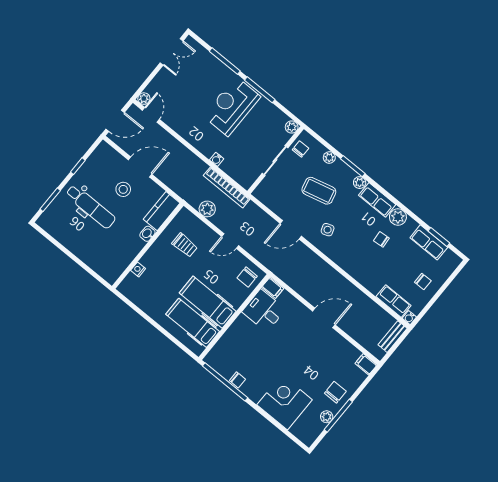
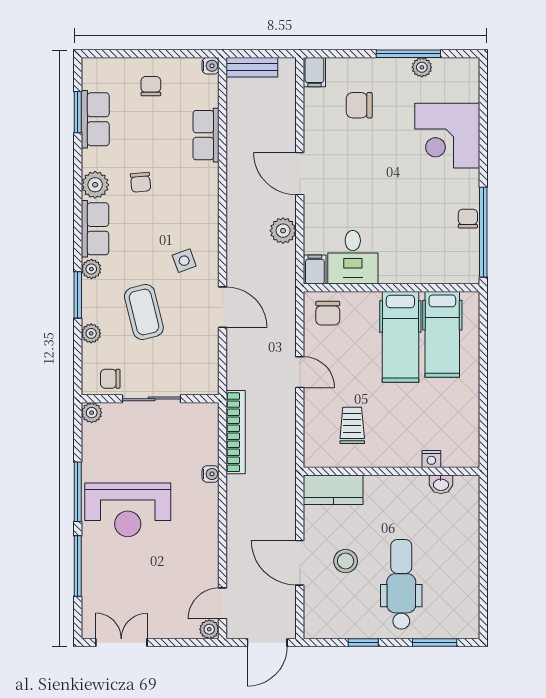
door: (115, 121) -> (267, 643), swing flipped
plant: (207, 209) -> (283, 231), moved
washbasin: (147, 234) -> (441, 484), moved
chair: (247, 277) -> (328, 313), turned 90
row of seats: (393, 301) -> (206, 135), moved
chair: (335, 392) -> (359, 105), moved

